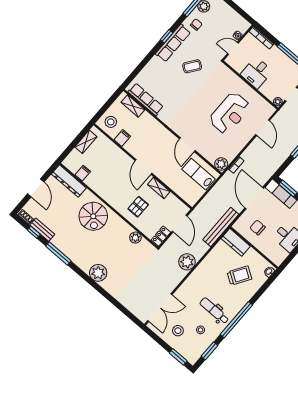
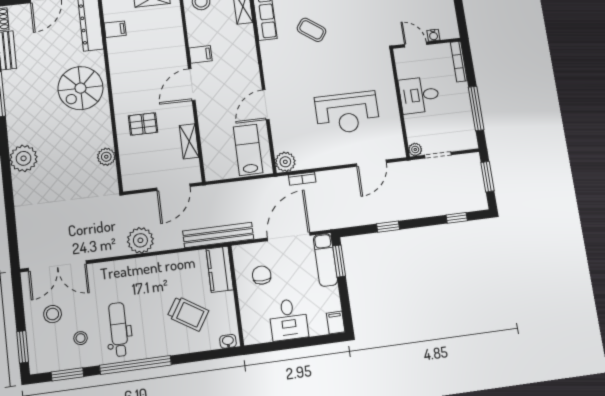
coffee table: (192, 66) -> (312, 30), moved
filing cabinet: (122, 138) -> (201, 54), moved
shelving: (159, 188) -> (189, 141), moved
locker: (161, 236) -> (138, 182), removed

